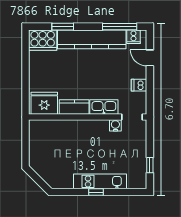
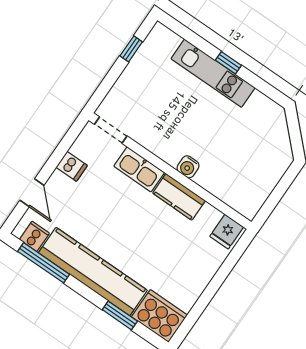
fridge: (44, 103) -> (227, 232), width x0.53, depth x0.75
water cooler: (115, 125) -> (188, 167), moved

